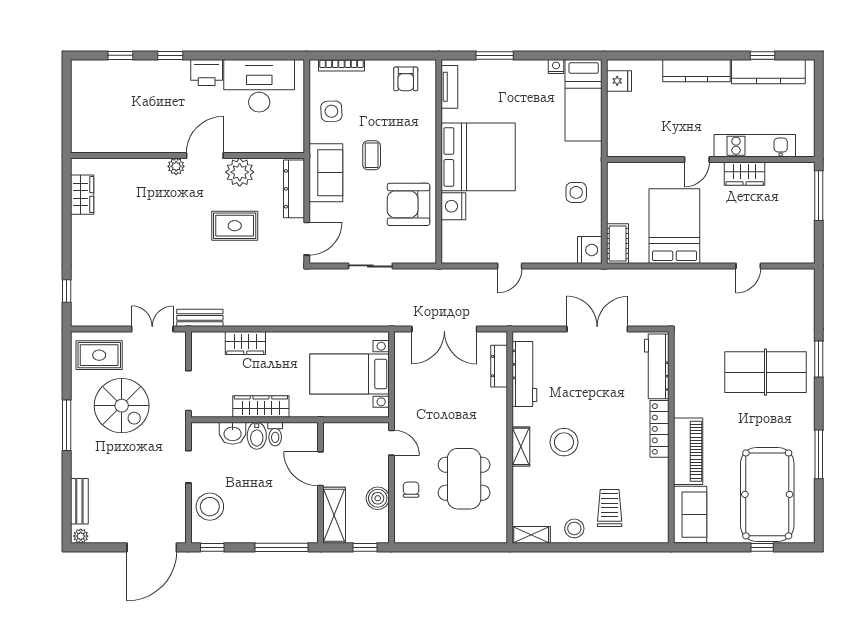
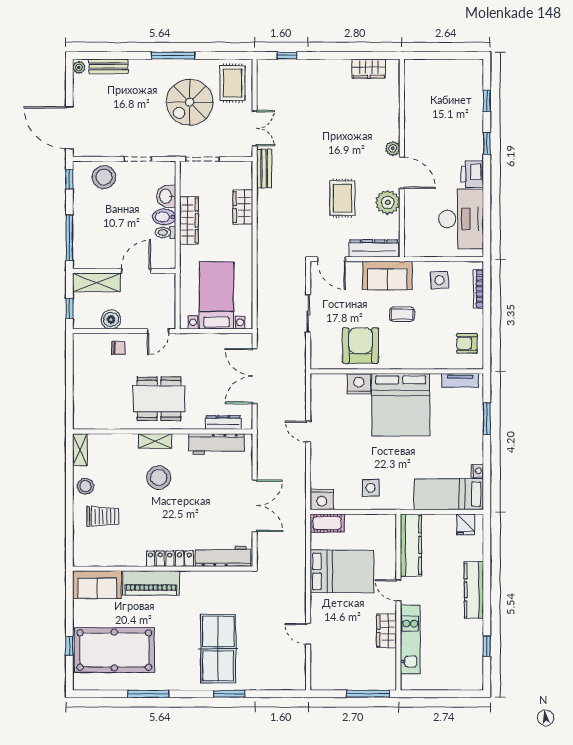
kitchen counter: (768, 72) -> (411, 545), moved, turned 180
dining table: (464, 479) -> (159, 399), moved

